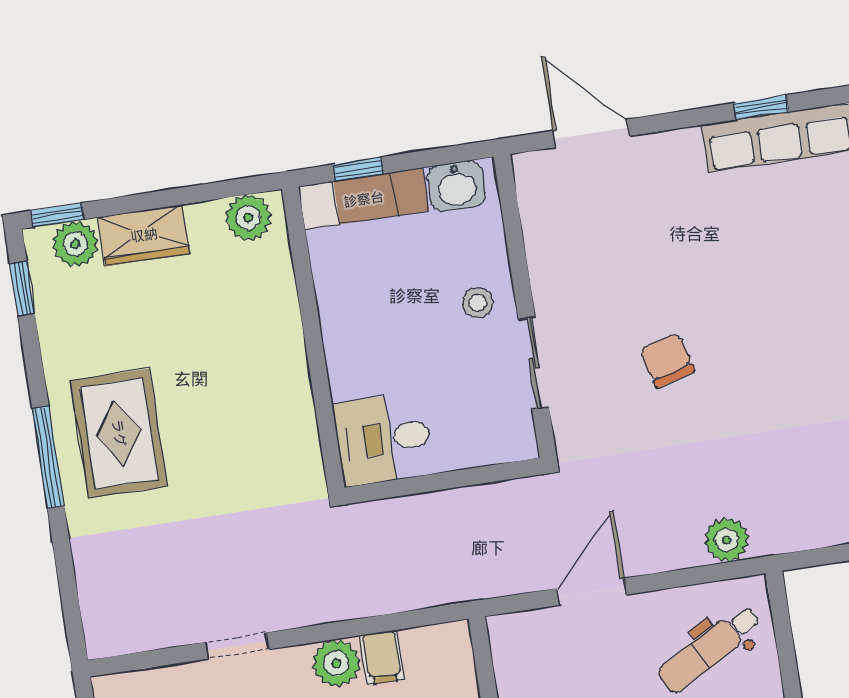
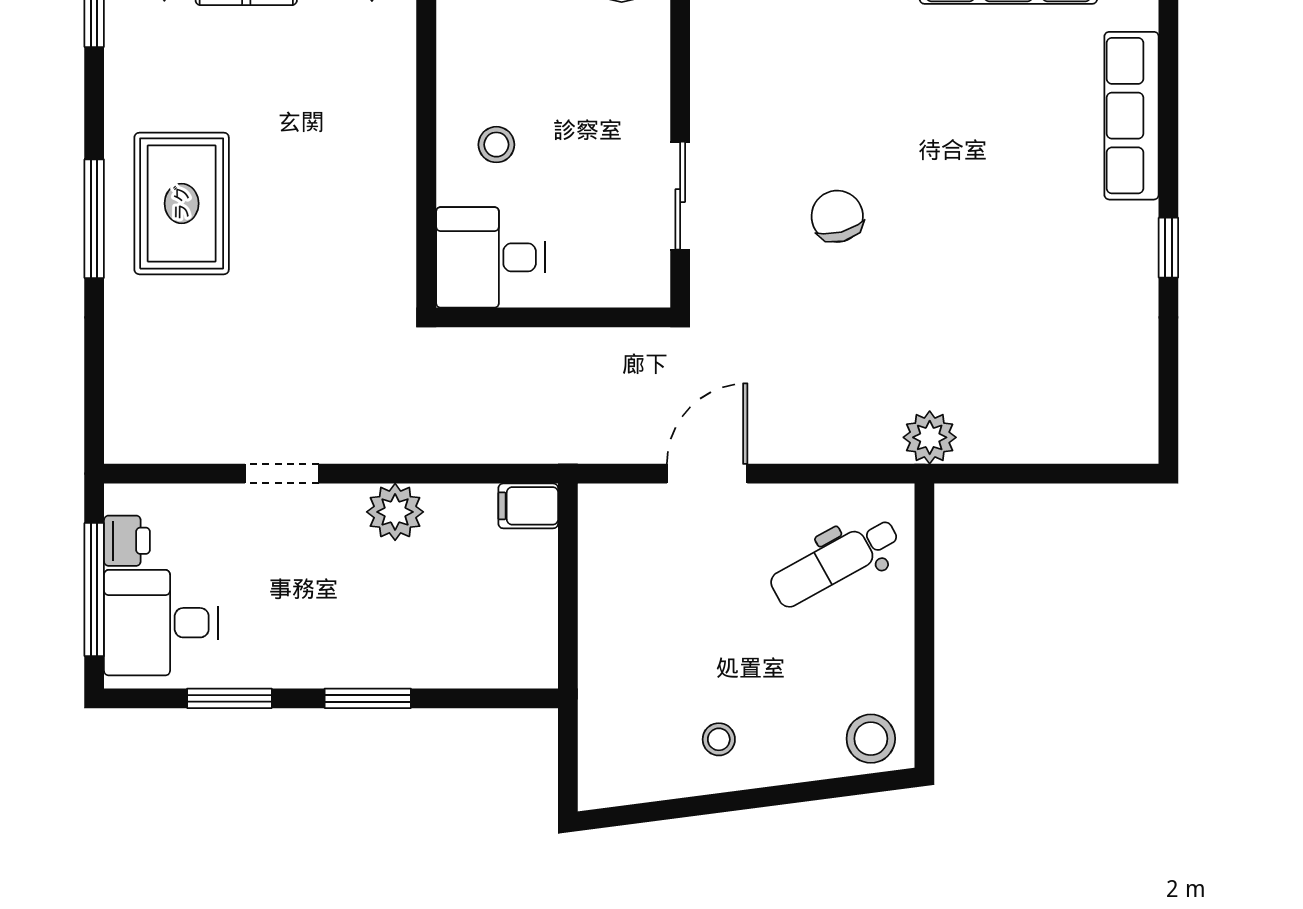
stool: (478, 303) -> (496, 145), moved
plant: (727, 540) -> (930, 437), moved
filing cabinet: (382, 657) -> (528, 506), moved, turned 90

